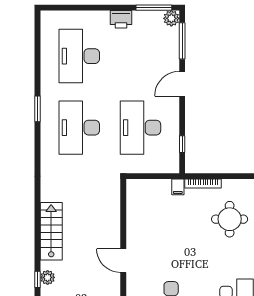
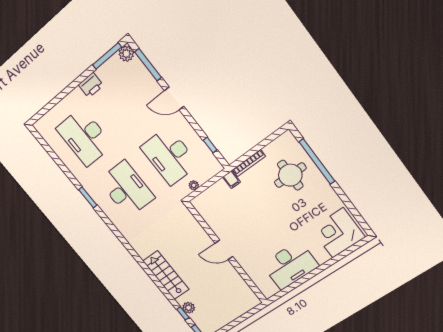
door: (182, 84) -> (174, 99), hinge flipped
desk: (79, 128) -> (127, 189), turned 180
plant: (142, 168) -> (194, 185), added
door: (123, 261) -> (224, 250), moved

